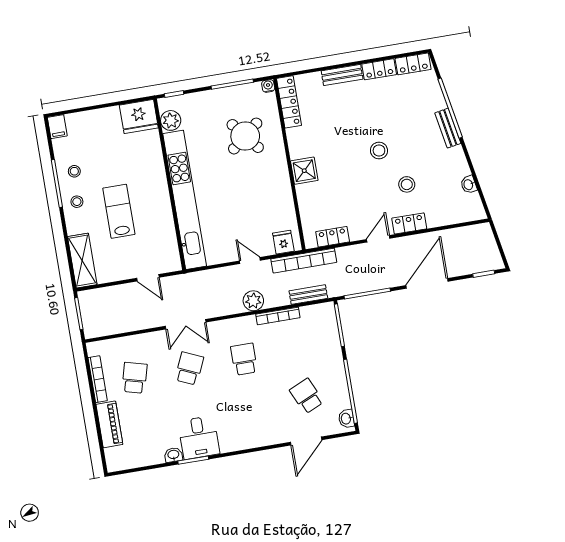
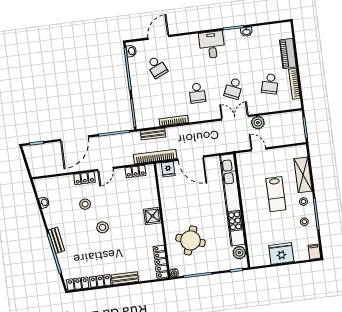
fridge: (139, 116) -> (281, 253), moved
round table: (245, 136) -> (191, 240), turned -31
shelving: (82, 261) -> (303, 175), moved
door: (250, 261) -> (191, 158), width x1.88
plant: (253, 301) -> (258, 123), moved
desk: (199, 437) -> (212, 45), moved

